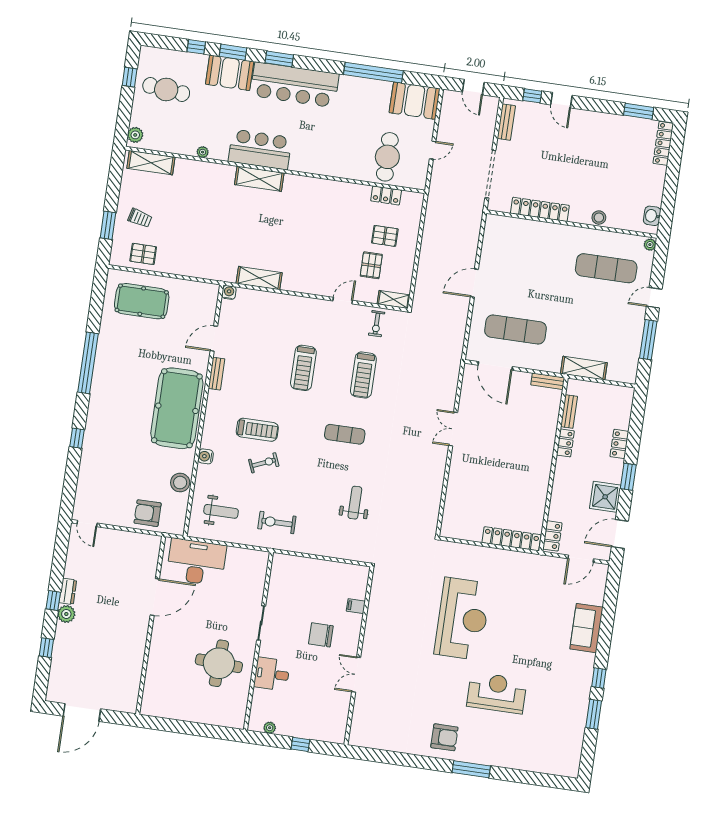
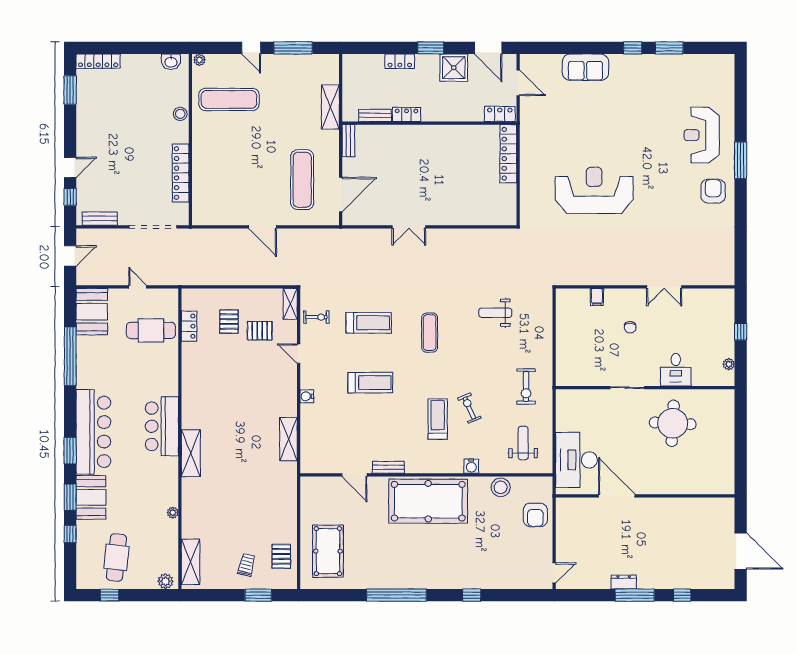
bar counter: (260, 149) -> (162, 426), moved
exercise mat: (606, 268) -> (229, 99), turned 90
water cooler: (229, 292) -> (307, 396), moved
window: (53, 600) -> (635, 595), width x2.17
plant: (66, 614) -> (646, 580), removed
chair: (321, 635) -> (630, 327), width x0.54, depth x0.54
reception desk: (497, 693) -> (702, 135), moved

